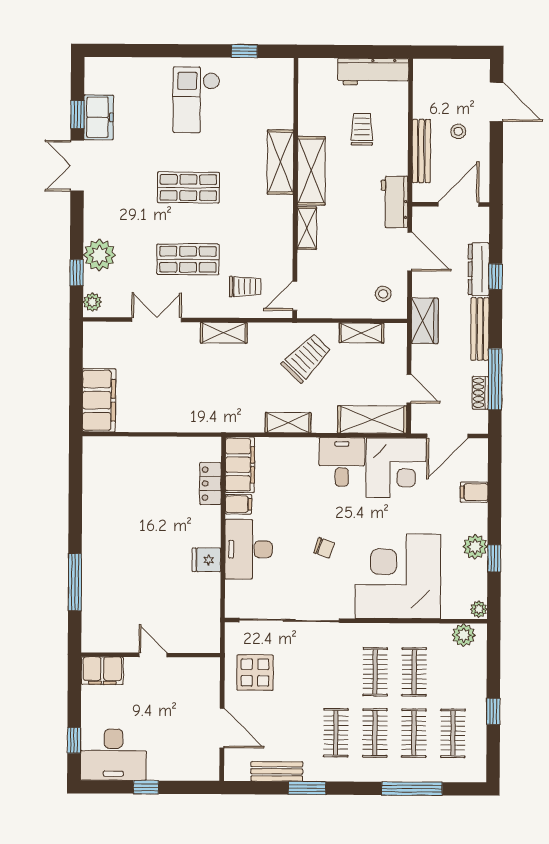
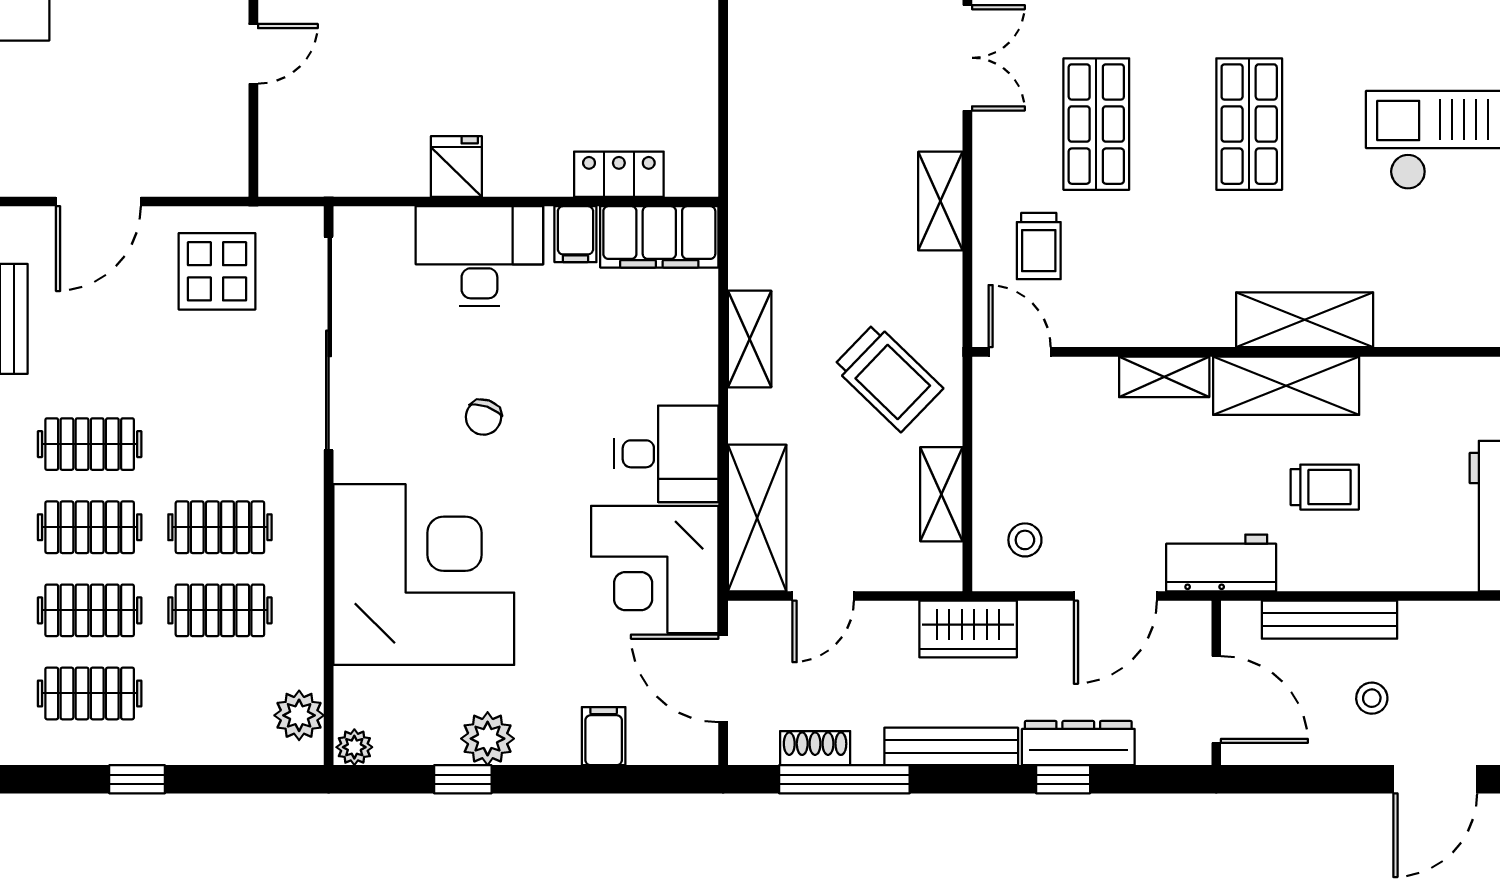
trolley: (362, 129) -> (1325, 487), moved

